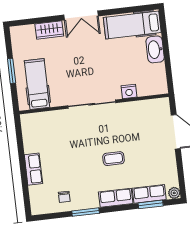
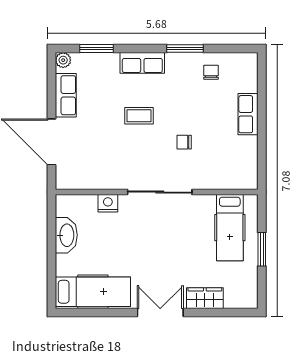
washbasin: (155, 49) -> (66, 235), moved
chair: (78, 143) -> (184, 142), added
row of seats: (149, 194) -> (66, 95), moved, turned -90

